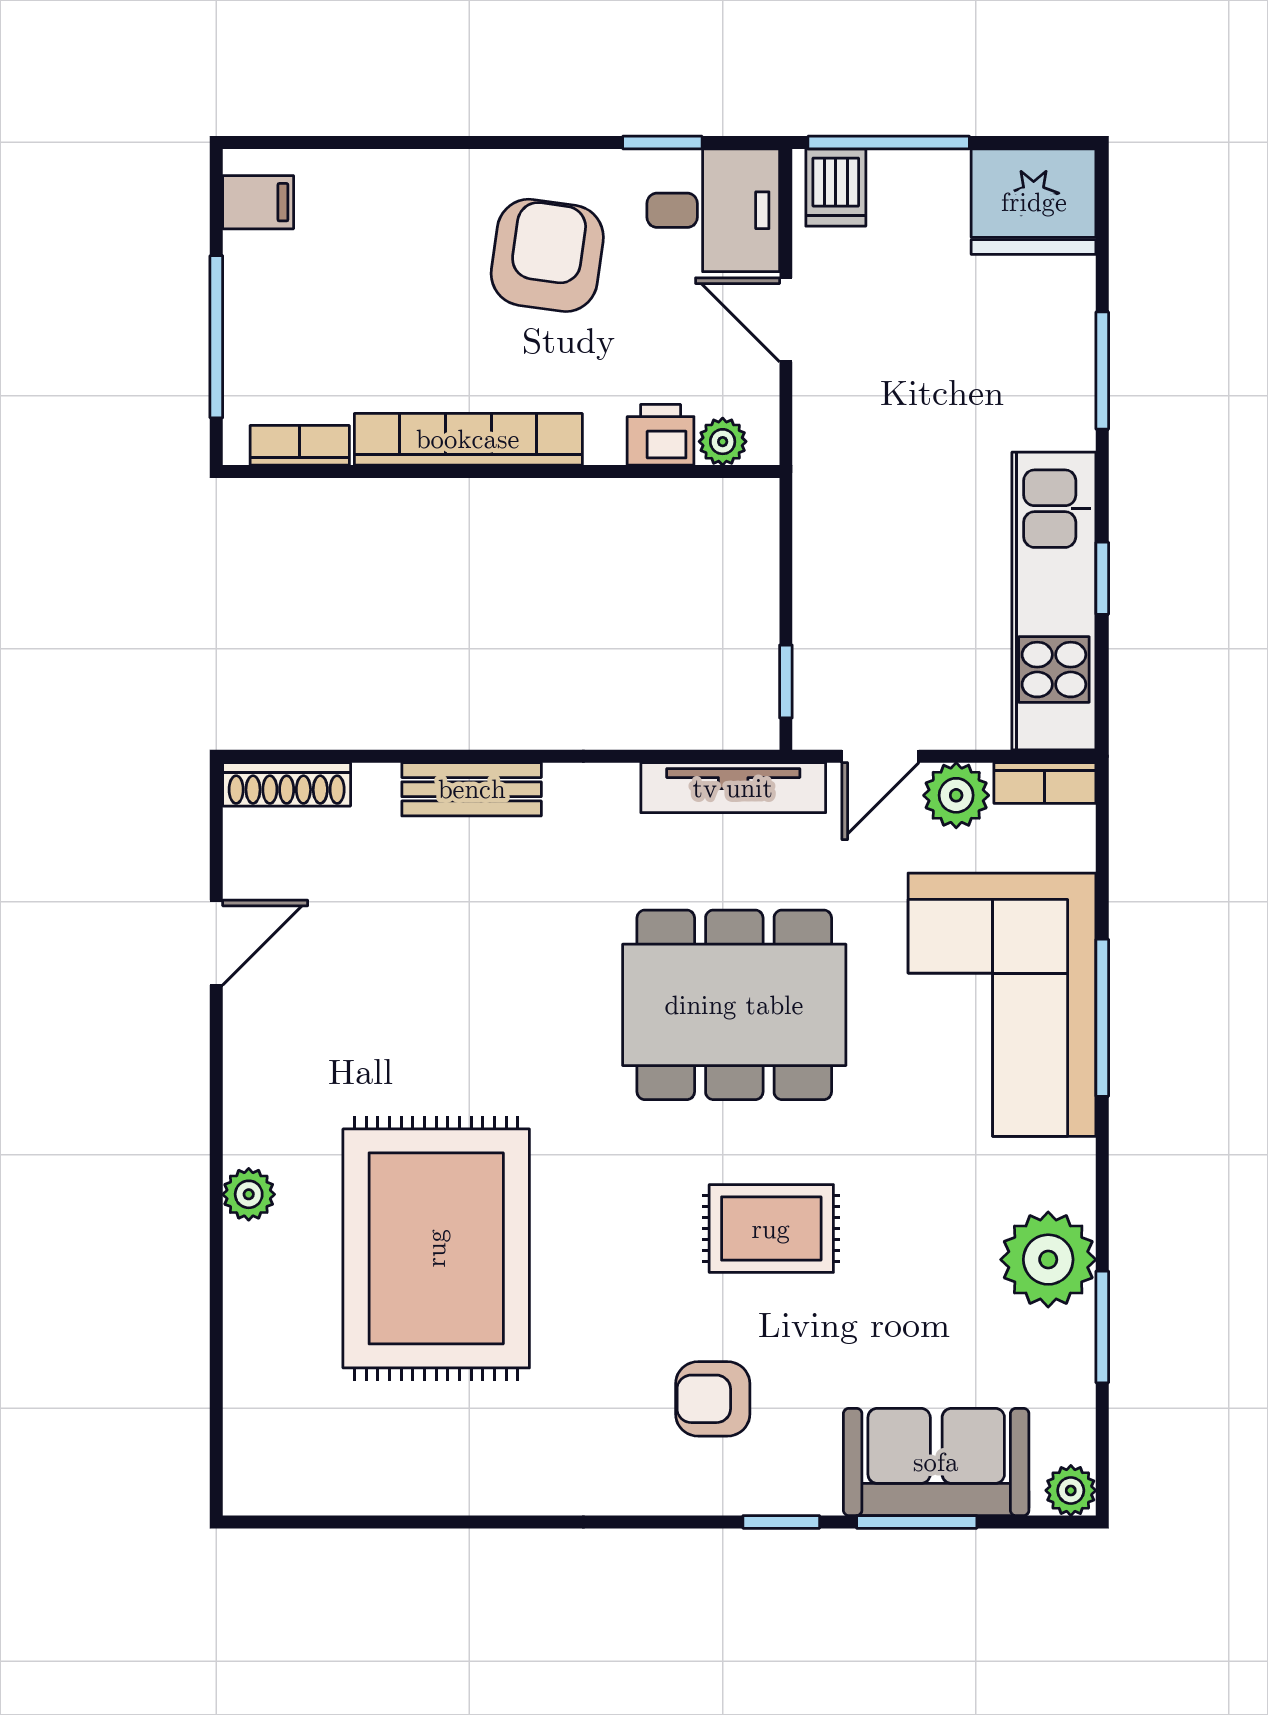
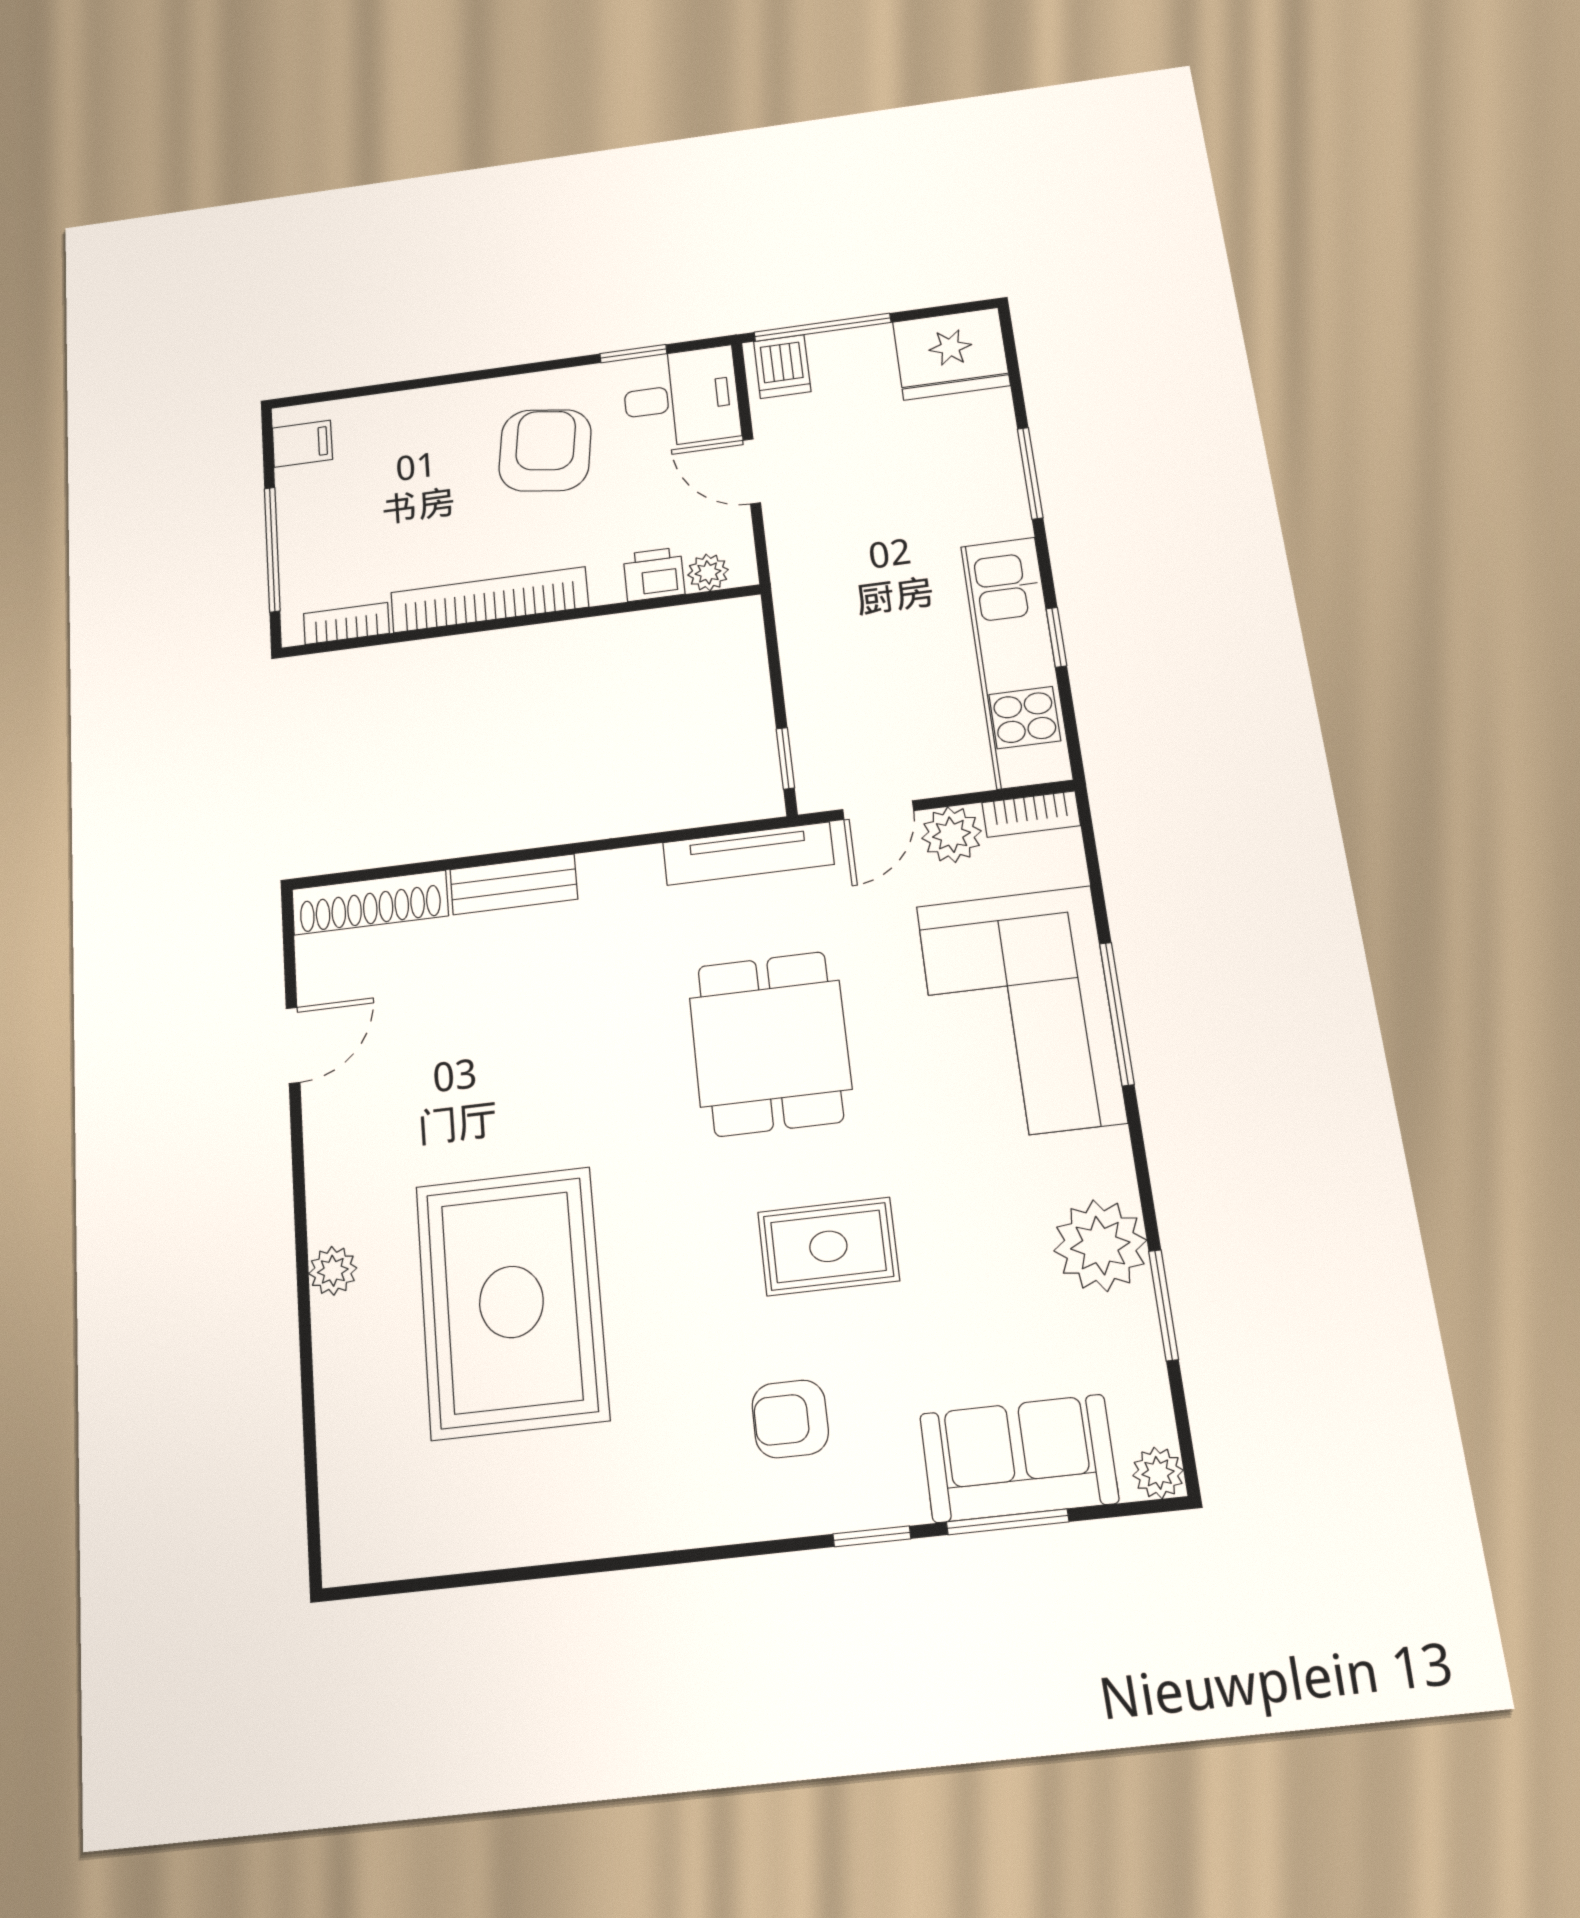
shoe rack: (287, 784) -> (370, 903), width x1.36, depth x1.24
dining table: (734, 1005) -> (770, 1043), width x0.73

